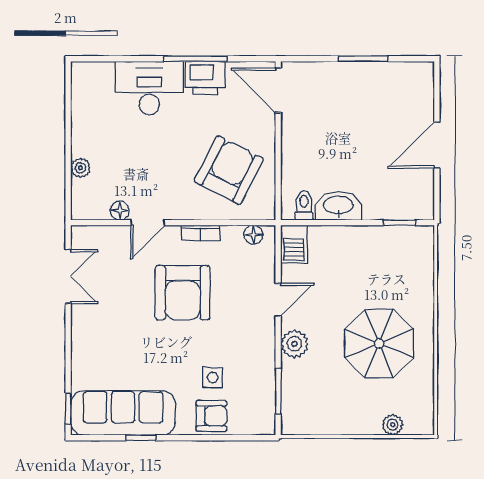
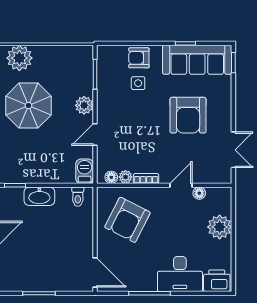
printer: (205, 78) -> (217, 281), moved
plant: (80, 168) -> (220, 227), width x1.88, depth x1.88
washbasin: (338, 206) -> (39, 196), moved
plant: (232, 235) -> (125, 177), added
double door: (68, 276) -> (233, 150), swing flipped
armchair: (183, 293) -> (188, 115), moved, turned 180
plant: (393, 425) -> (19, 58), width x1.87, depth x1.87

